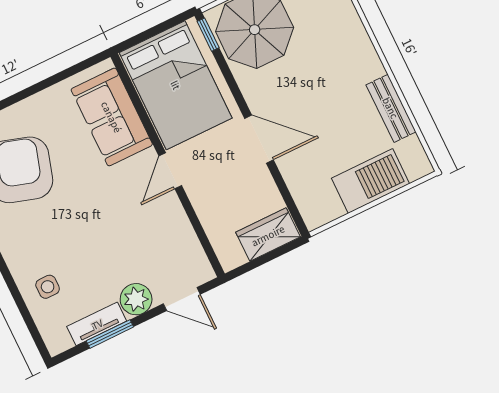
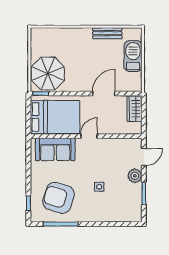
door: (259, 139) -> (104, 93), moved
door: (170, 171) -> (89, 136), swing flipped
side table: (48, 287) -> (99, 187), moved
tv unit: (97, 324) -> (137, 197), removed

